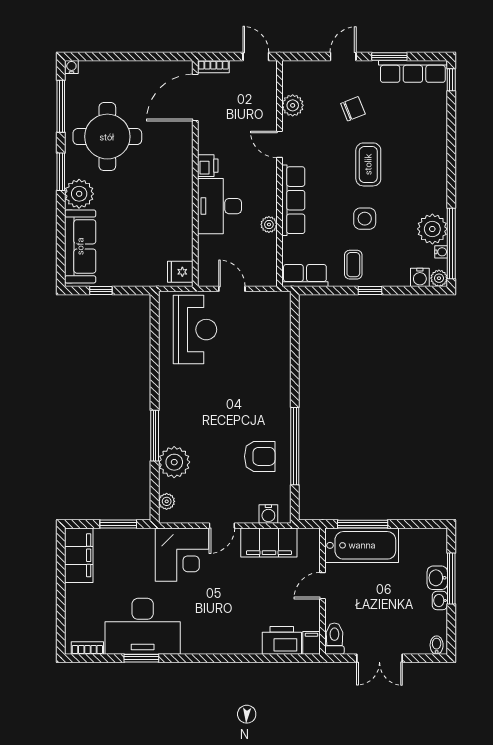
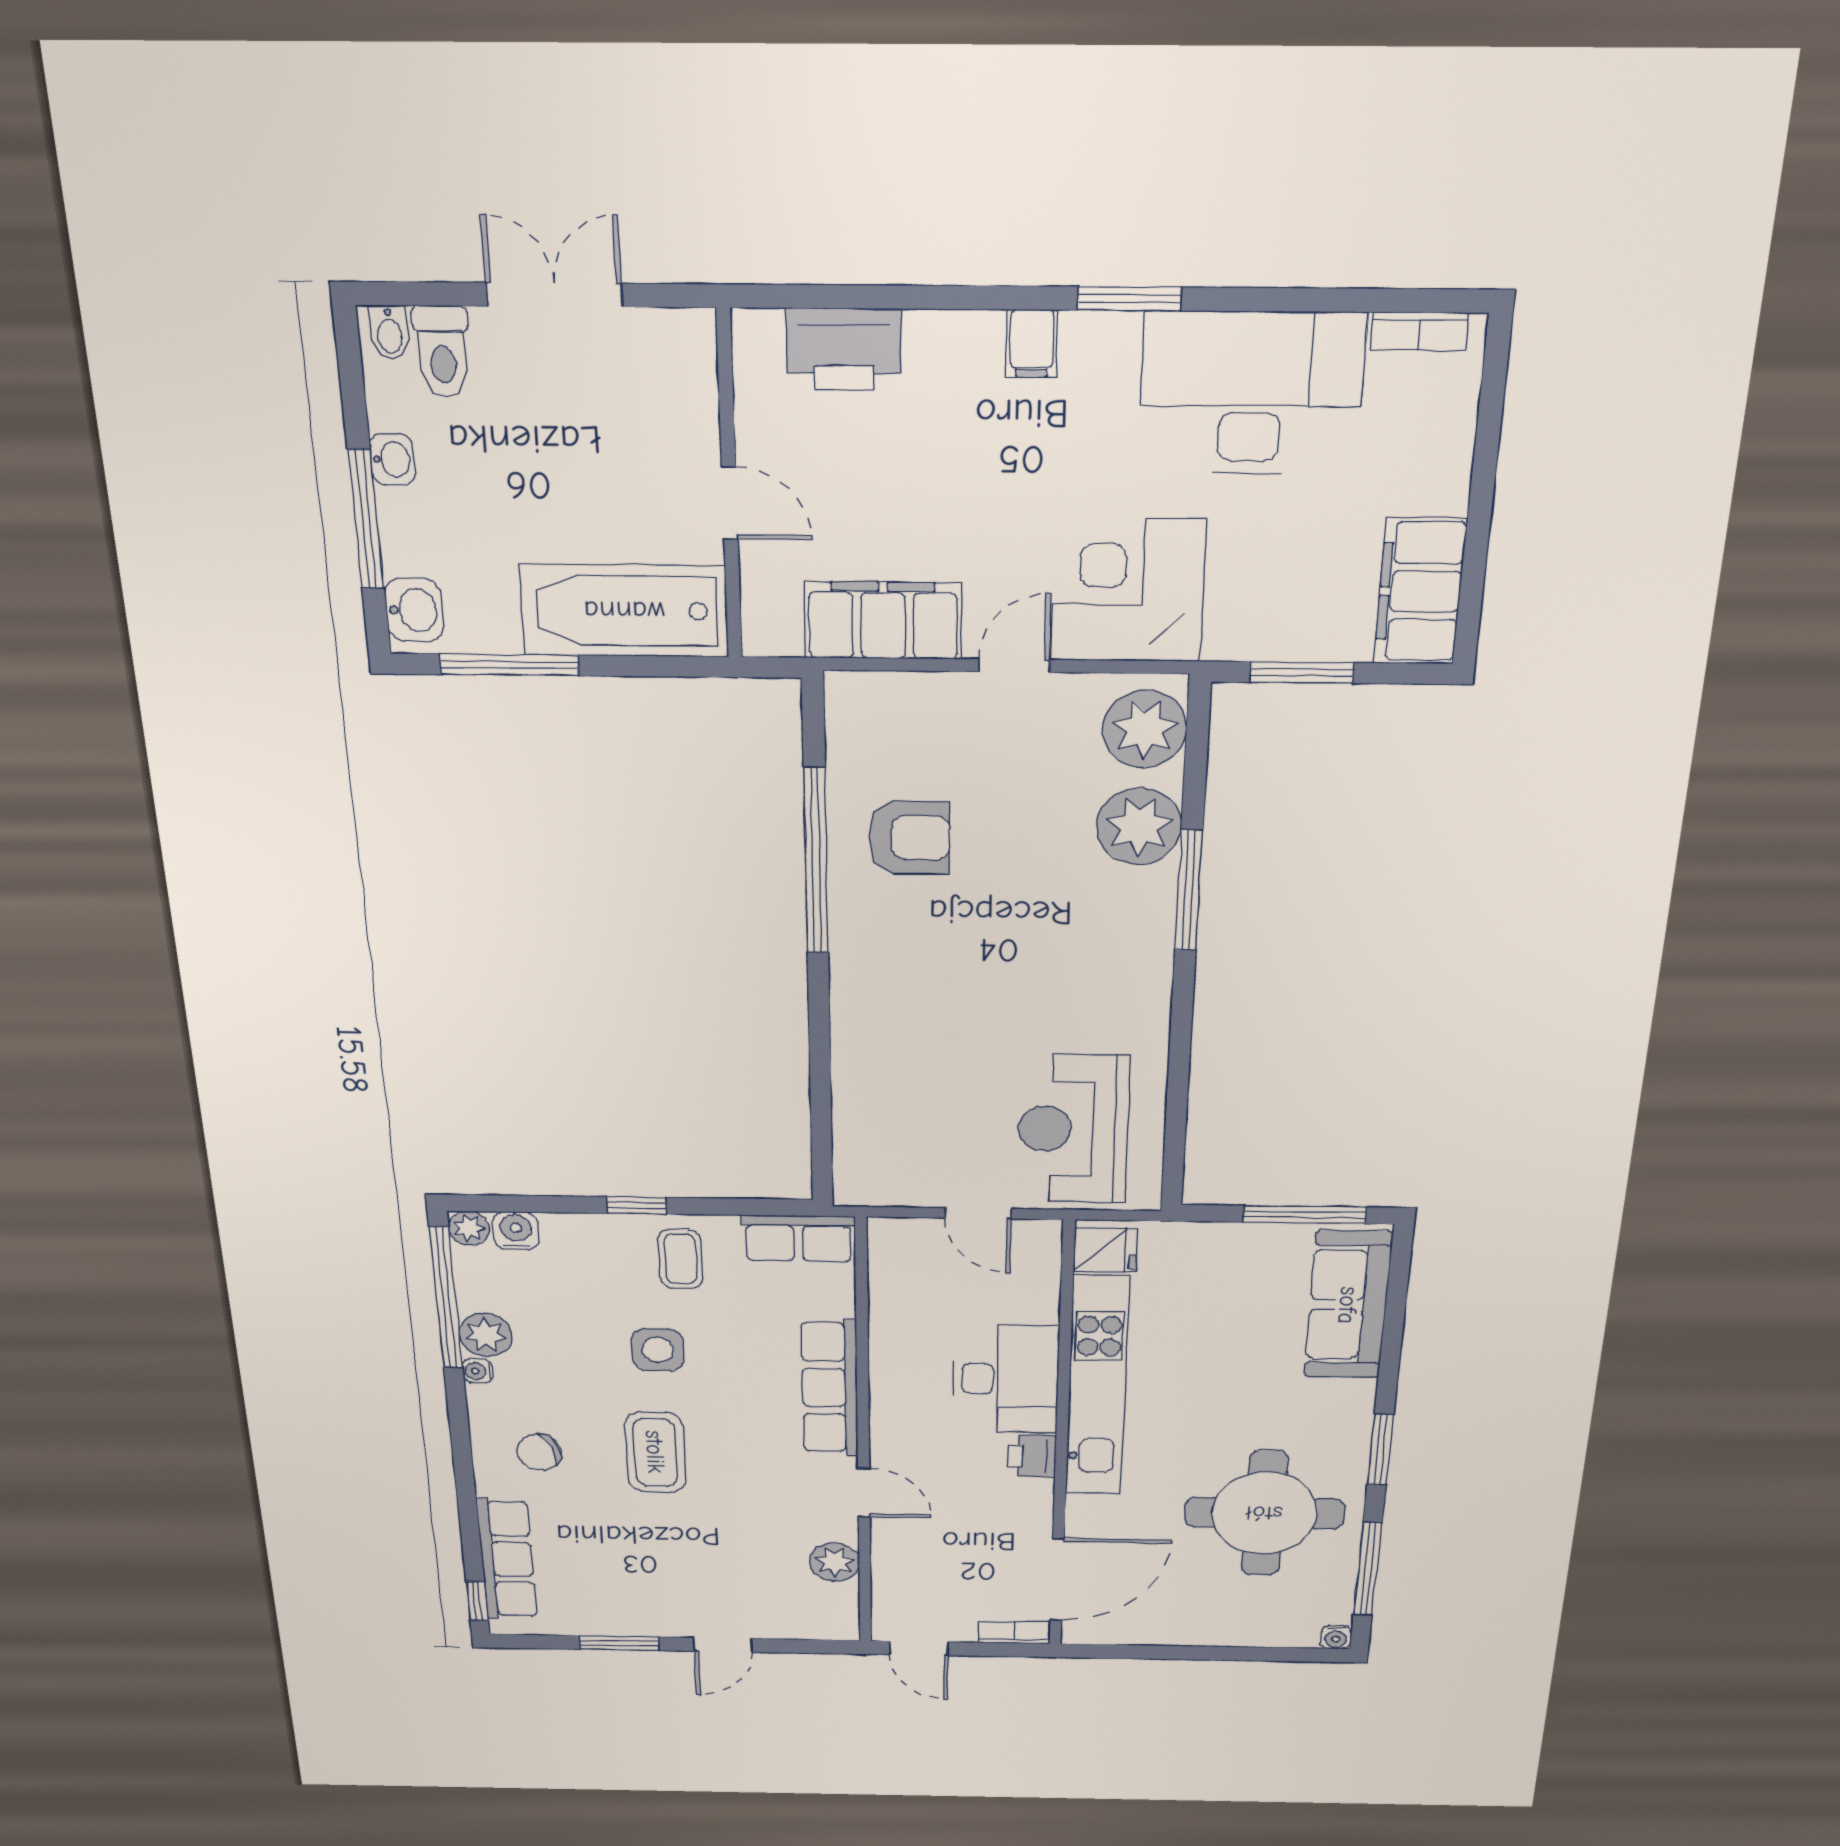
row of seats: (413, 71) -> (507, 1559), moved, turned 90
chair: (353, 109) -> (539, 1452), moved
plant: (79, 194) -> (1340, 1408), removed
kitchen unit: (181, 203) -> (1097, 1387), added
plant: (269, 225) -> (887, 1342), removed
plant: (432, 229) -> (485, 1335), width x0.73, depth x0.73
water cooler: (441, 252) -> (478, 1371), moved
window: (101, 290) -> (1305, 1215), width x2.17
armchair: (260, 456) -> (909, 838), turned 180
plant: (167, 501) -> (1145, 729), width x1.88, depth x1.88
water cooler: (268, 514) -> (885, 694), removed
window: (363, 524) -> (509, 665), moved
washbasin: (437, 578) -> (414, 610), moved
door: (322, 586) -> (730, 503), hinge flipped
toilet: (334, 639) -> (442, 352), moved
filing cabinet: (311, 643) -> (1032, 344), moved
window: (141, 658) -> (1129, 299), moved

